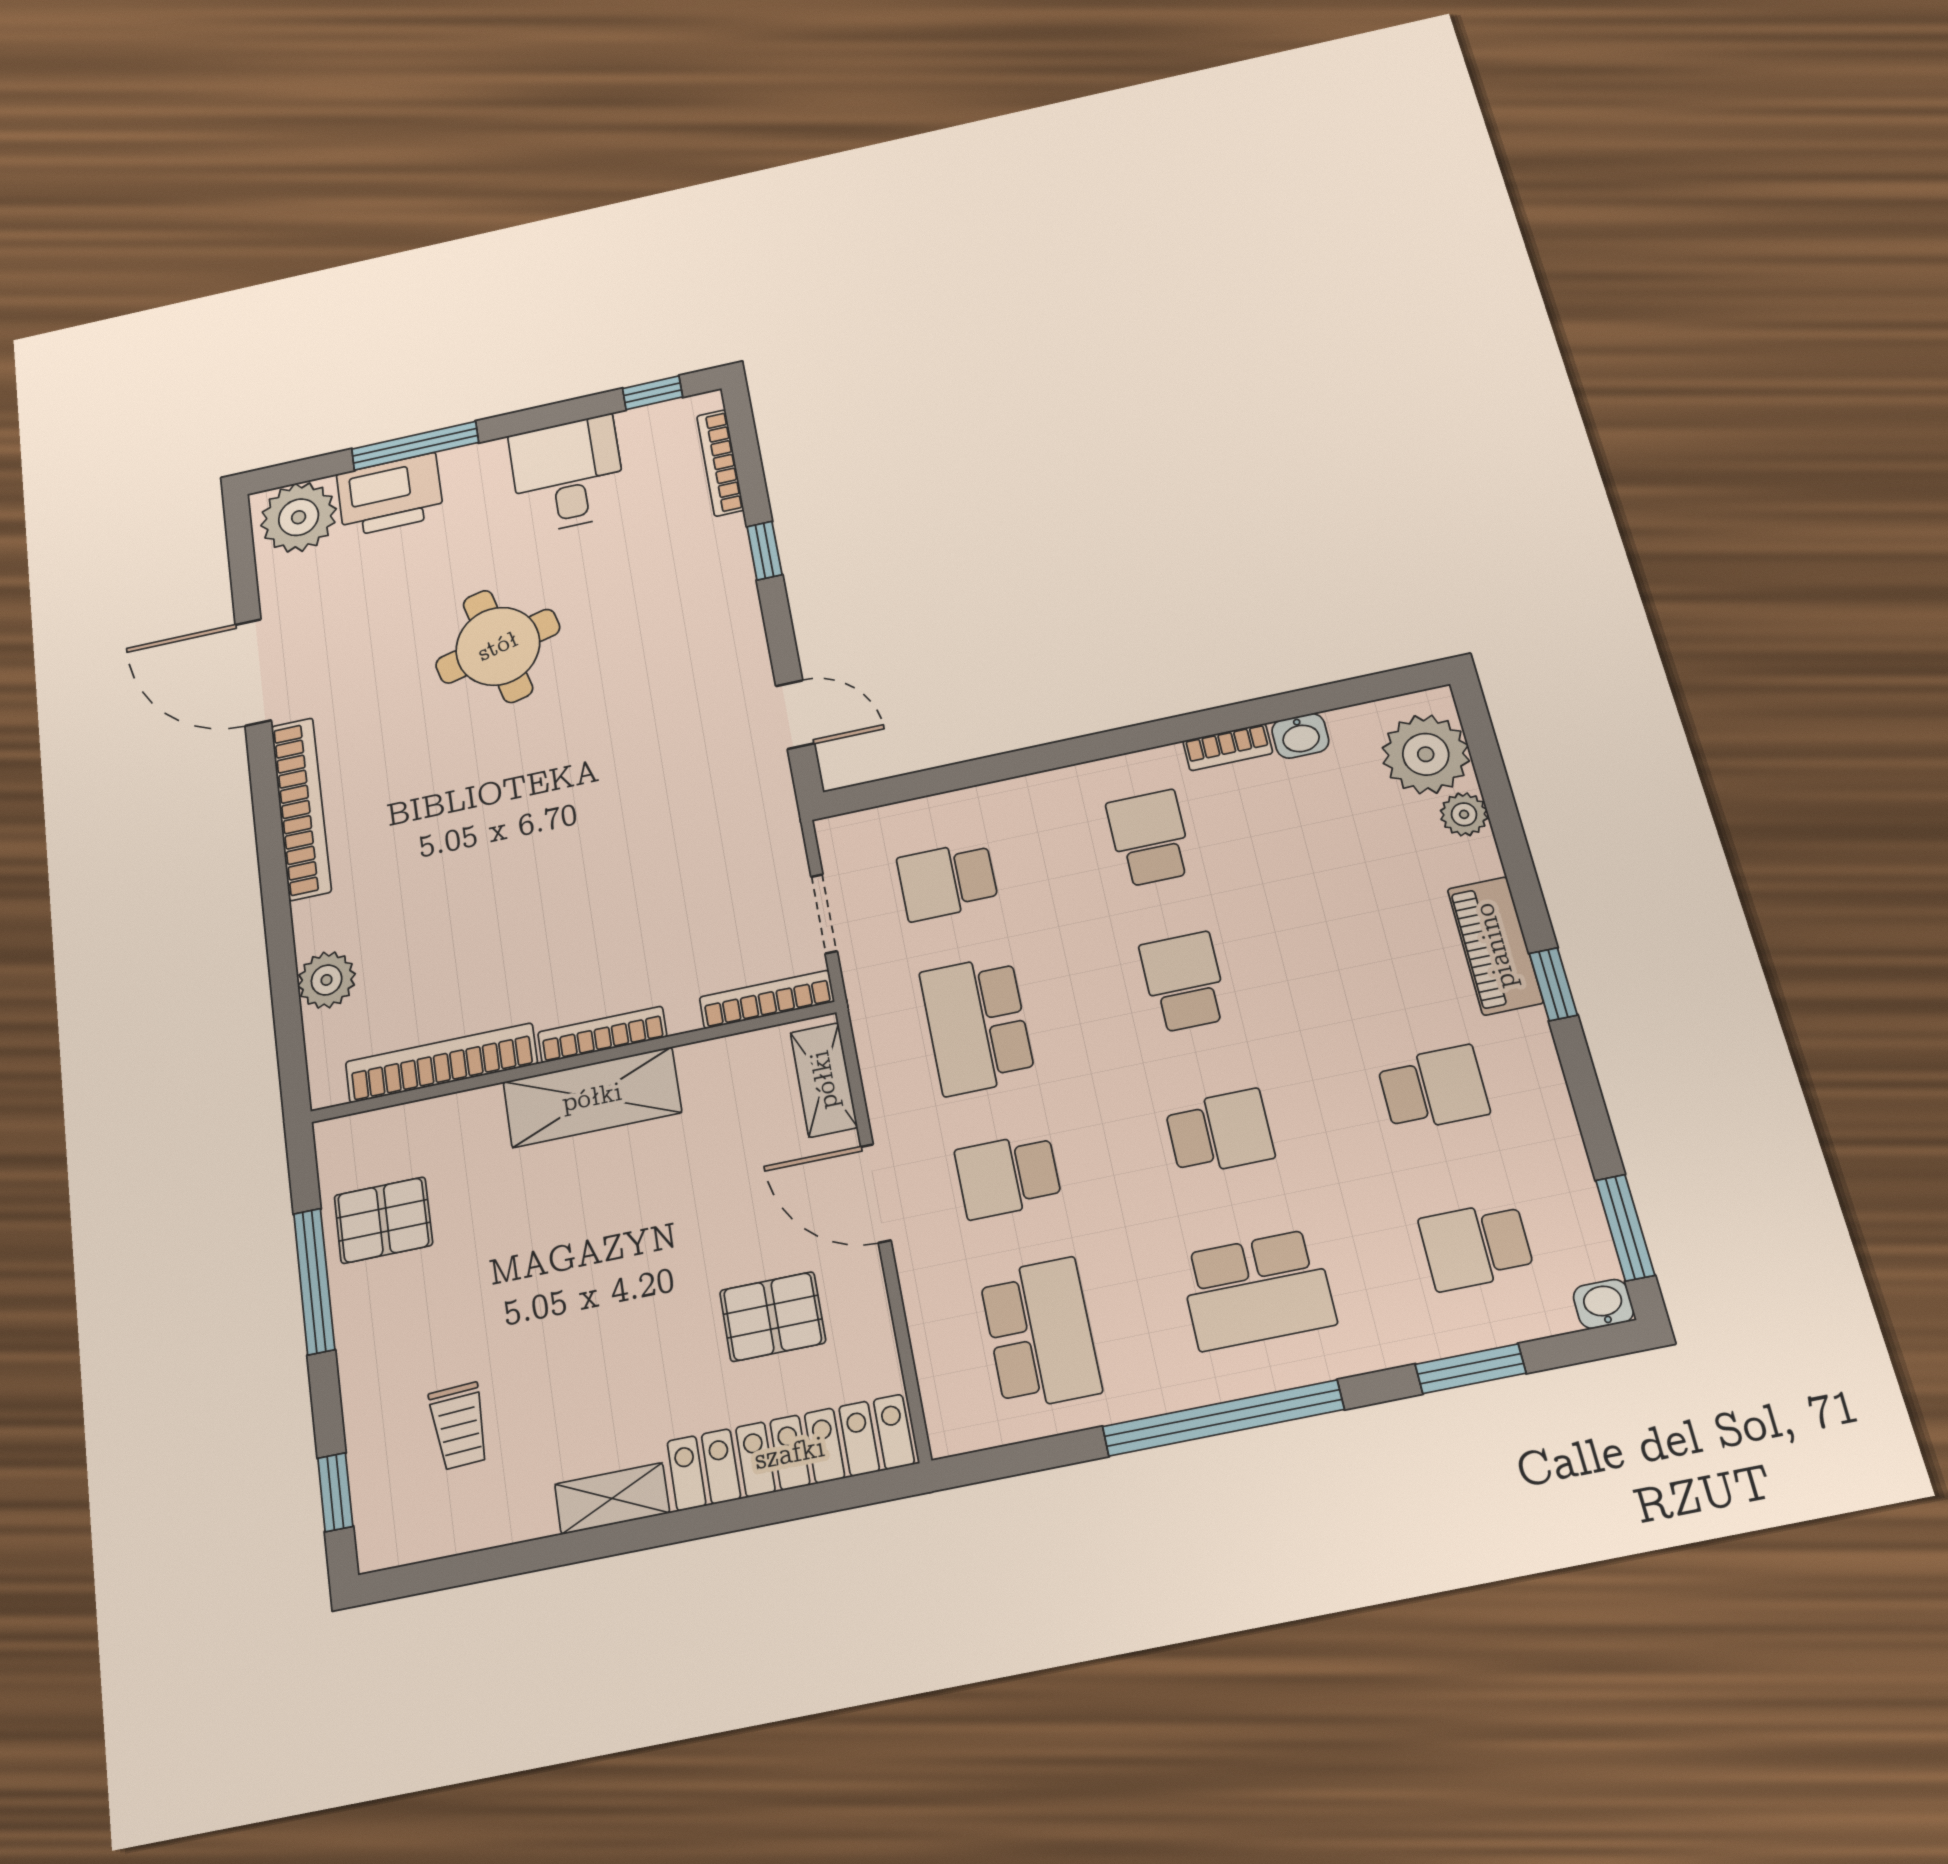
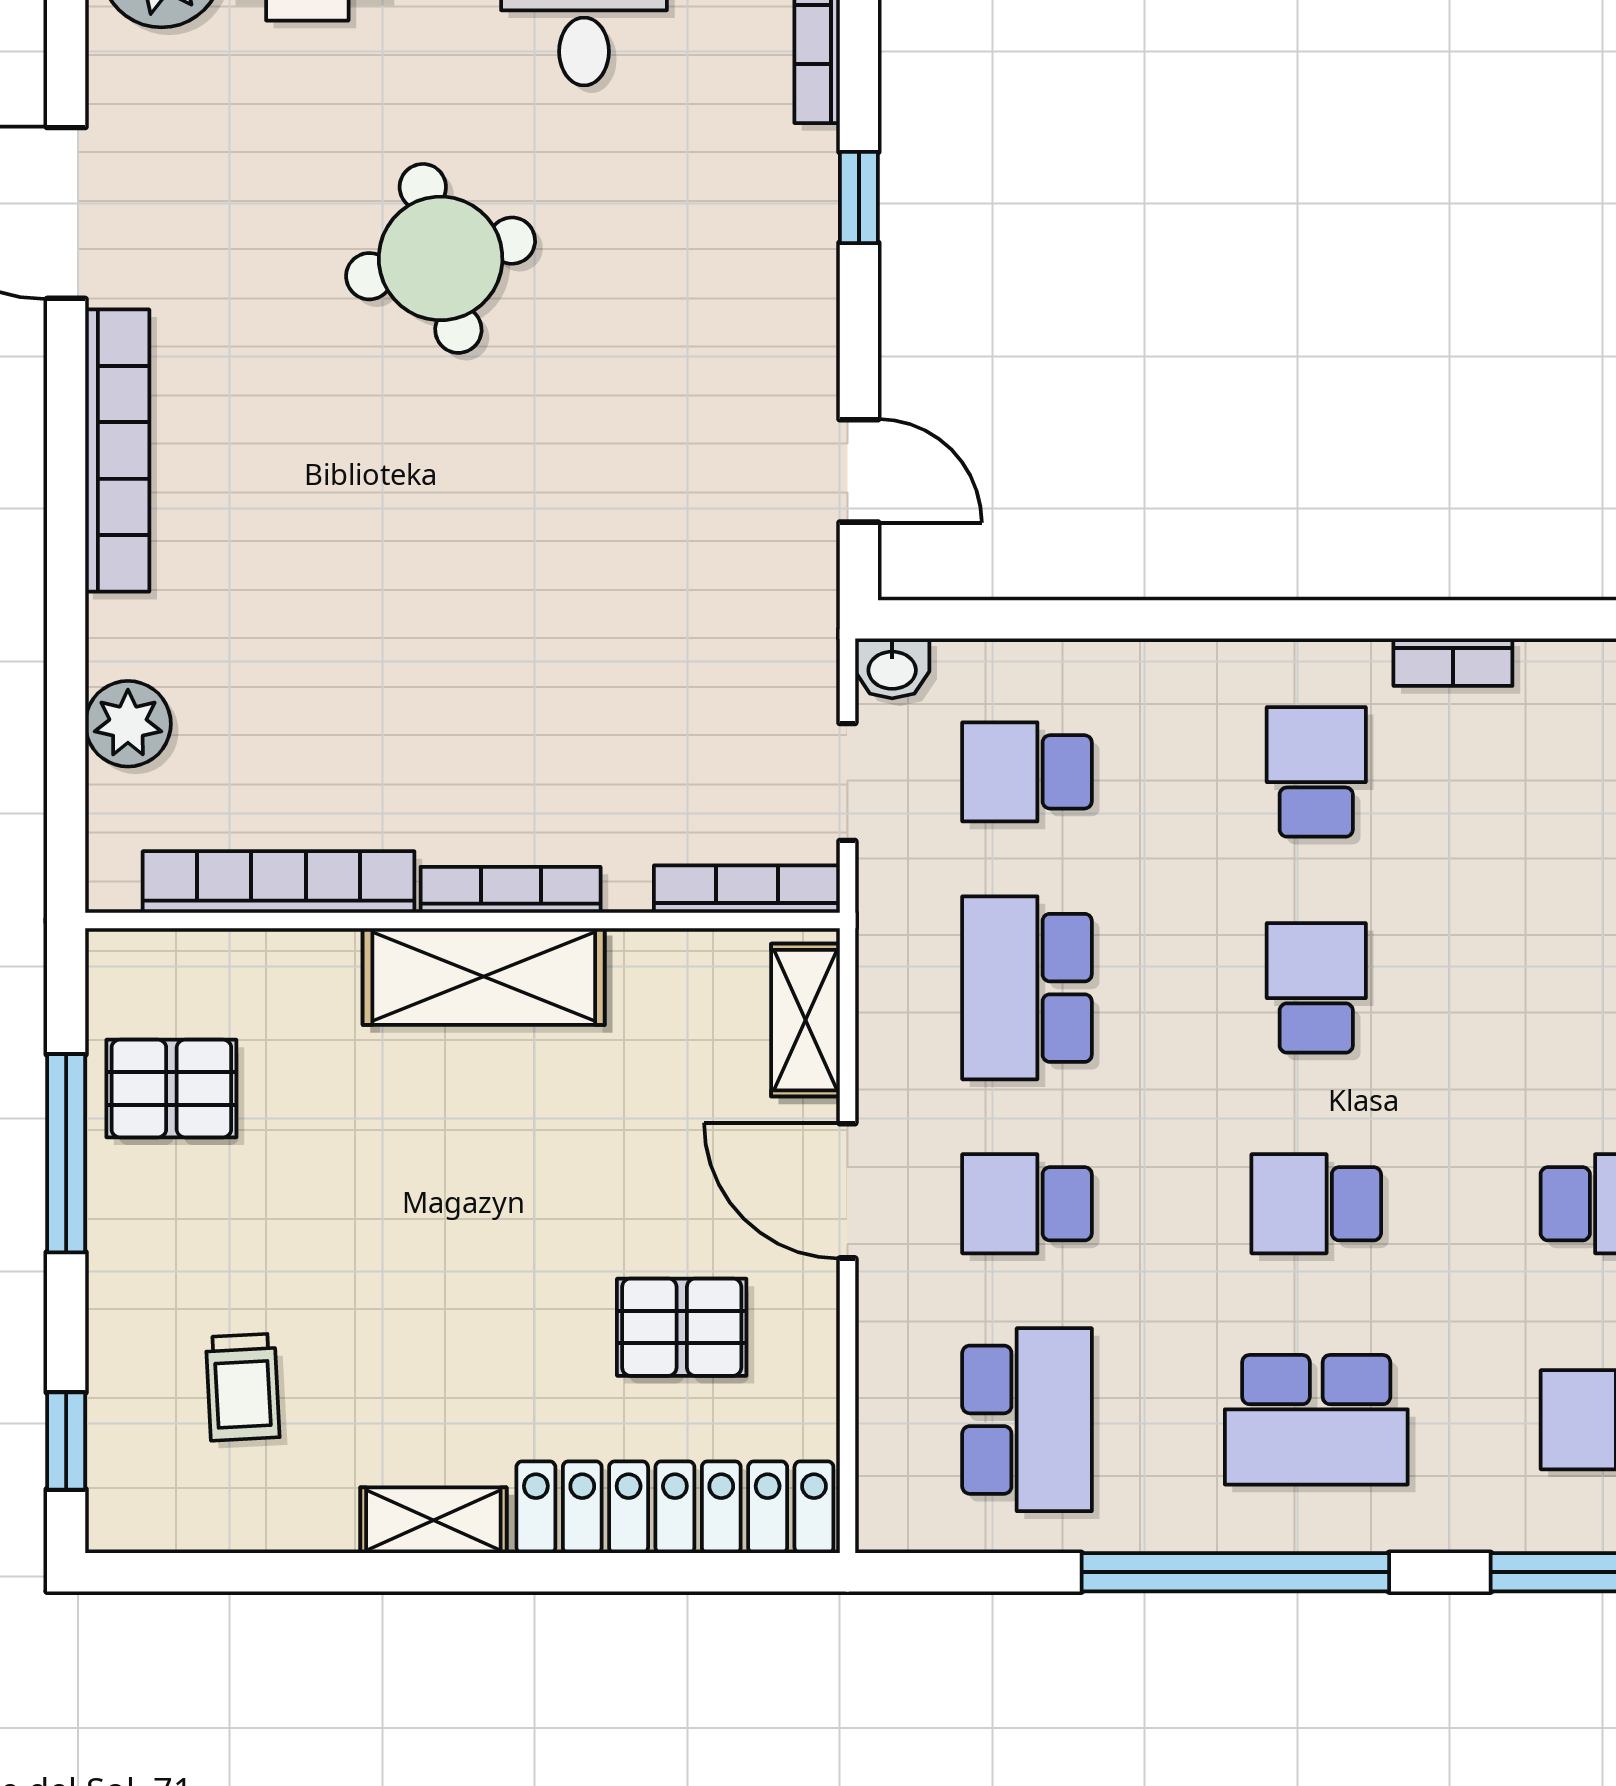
washbasin: (1300, 736) -> (892, 668), moved
school desk: (1220, 1132) -> (1316, 1204), turned 180

